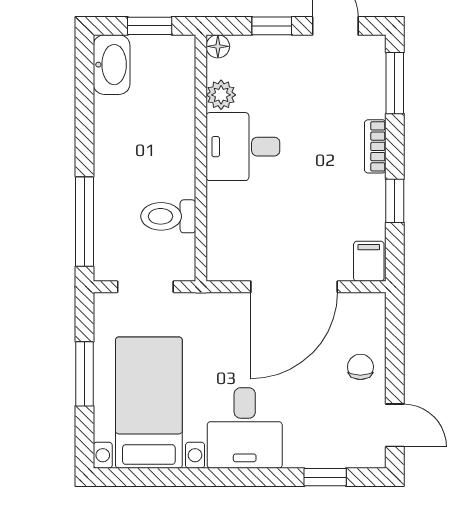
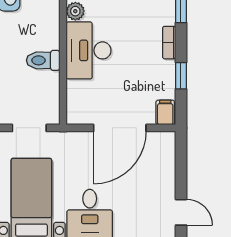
desk: (243, 147) -> (89, 50), width x1.37
toilet: (168, 216) -> (43, 60), moved
chair: (360, 367) -> (160, 177), removed

